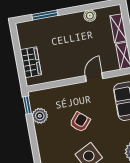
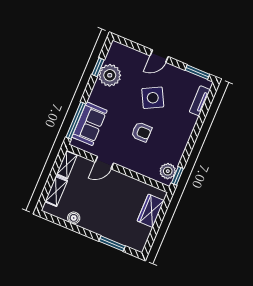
plant: (40, 116) -> (168, 171), moved
armchair: (80, 122) -> (142, 132), turned -130

